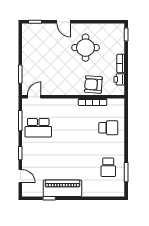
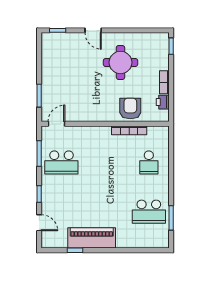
armchair: (93, 85) -> (130, 108), turned 86
school desk: (108, 128) -> (149, 162), turned 90
school desk: (108, 167) -> (149, 212), width x1.85

